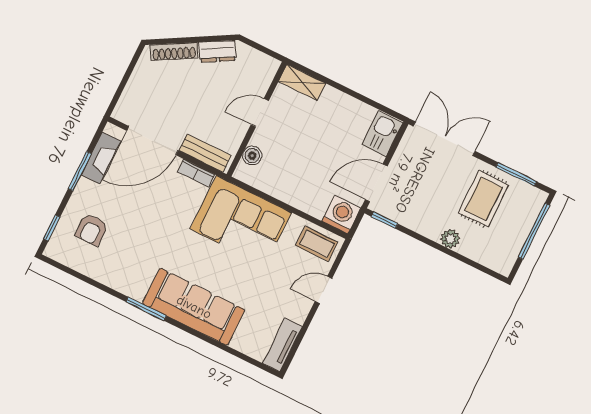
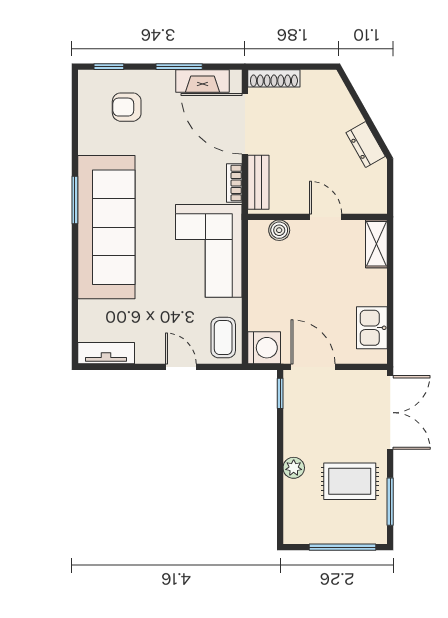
shoe rack: (174, 51) -> (274, 78), moved, turned -61
kitchen sink: (382, 134) -> (372, 328), moved, turned -90
sofa: (194, 307) -> (106, 227), width x1.36, depth x1.27

